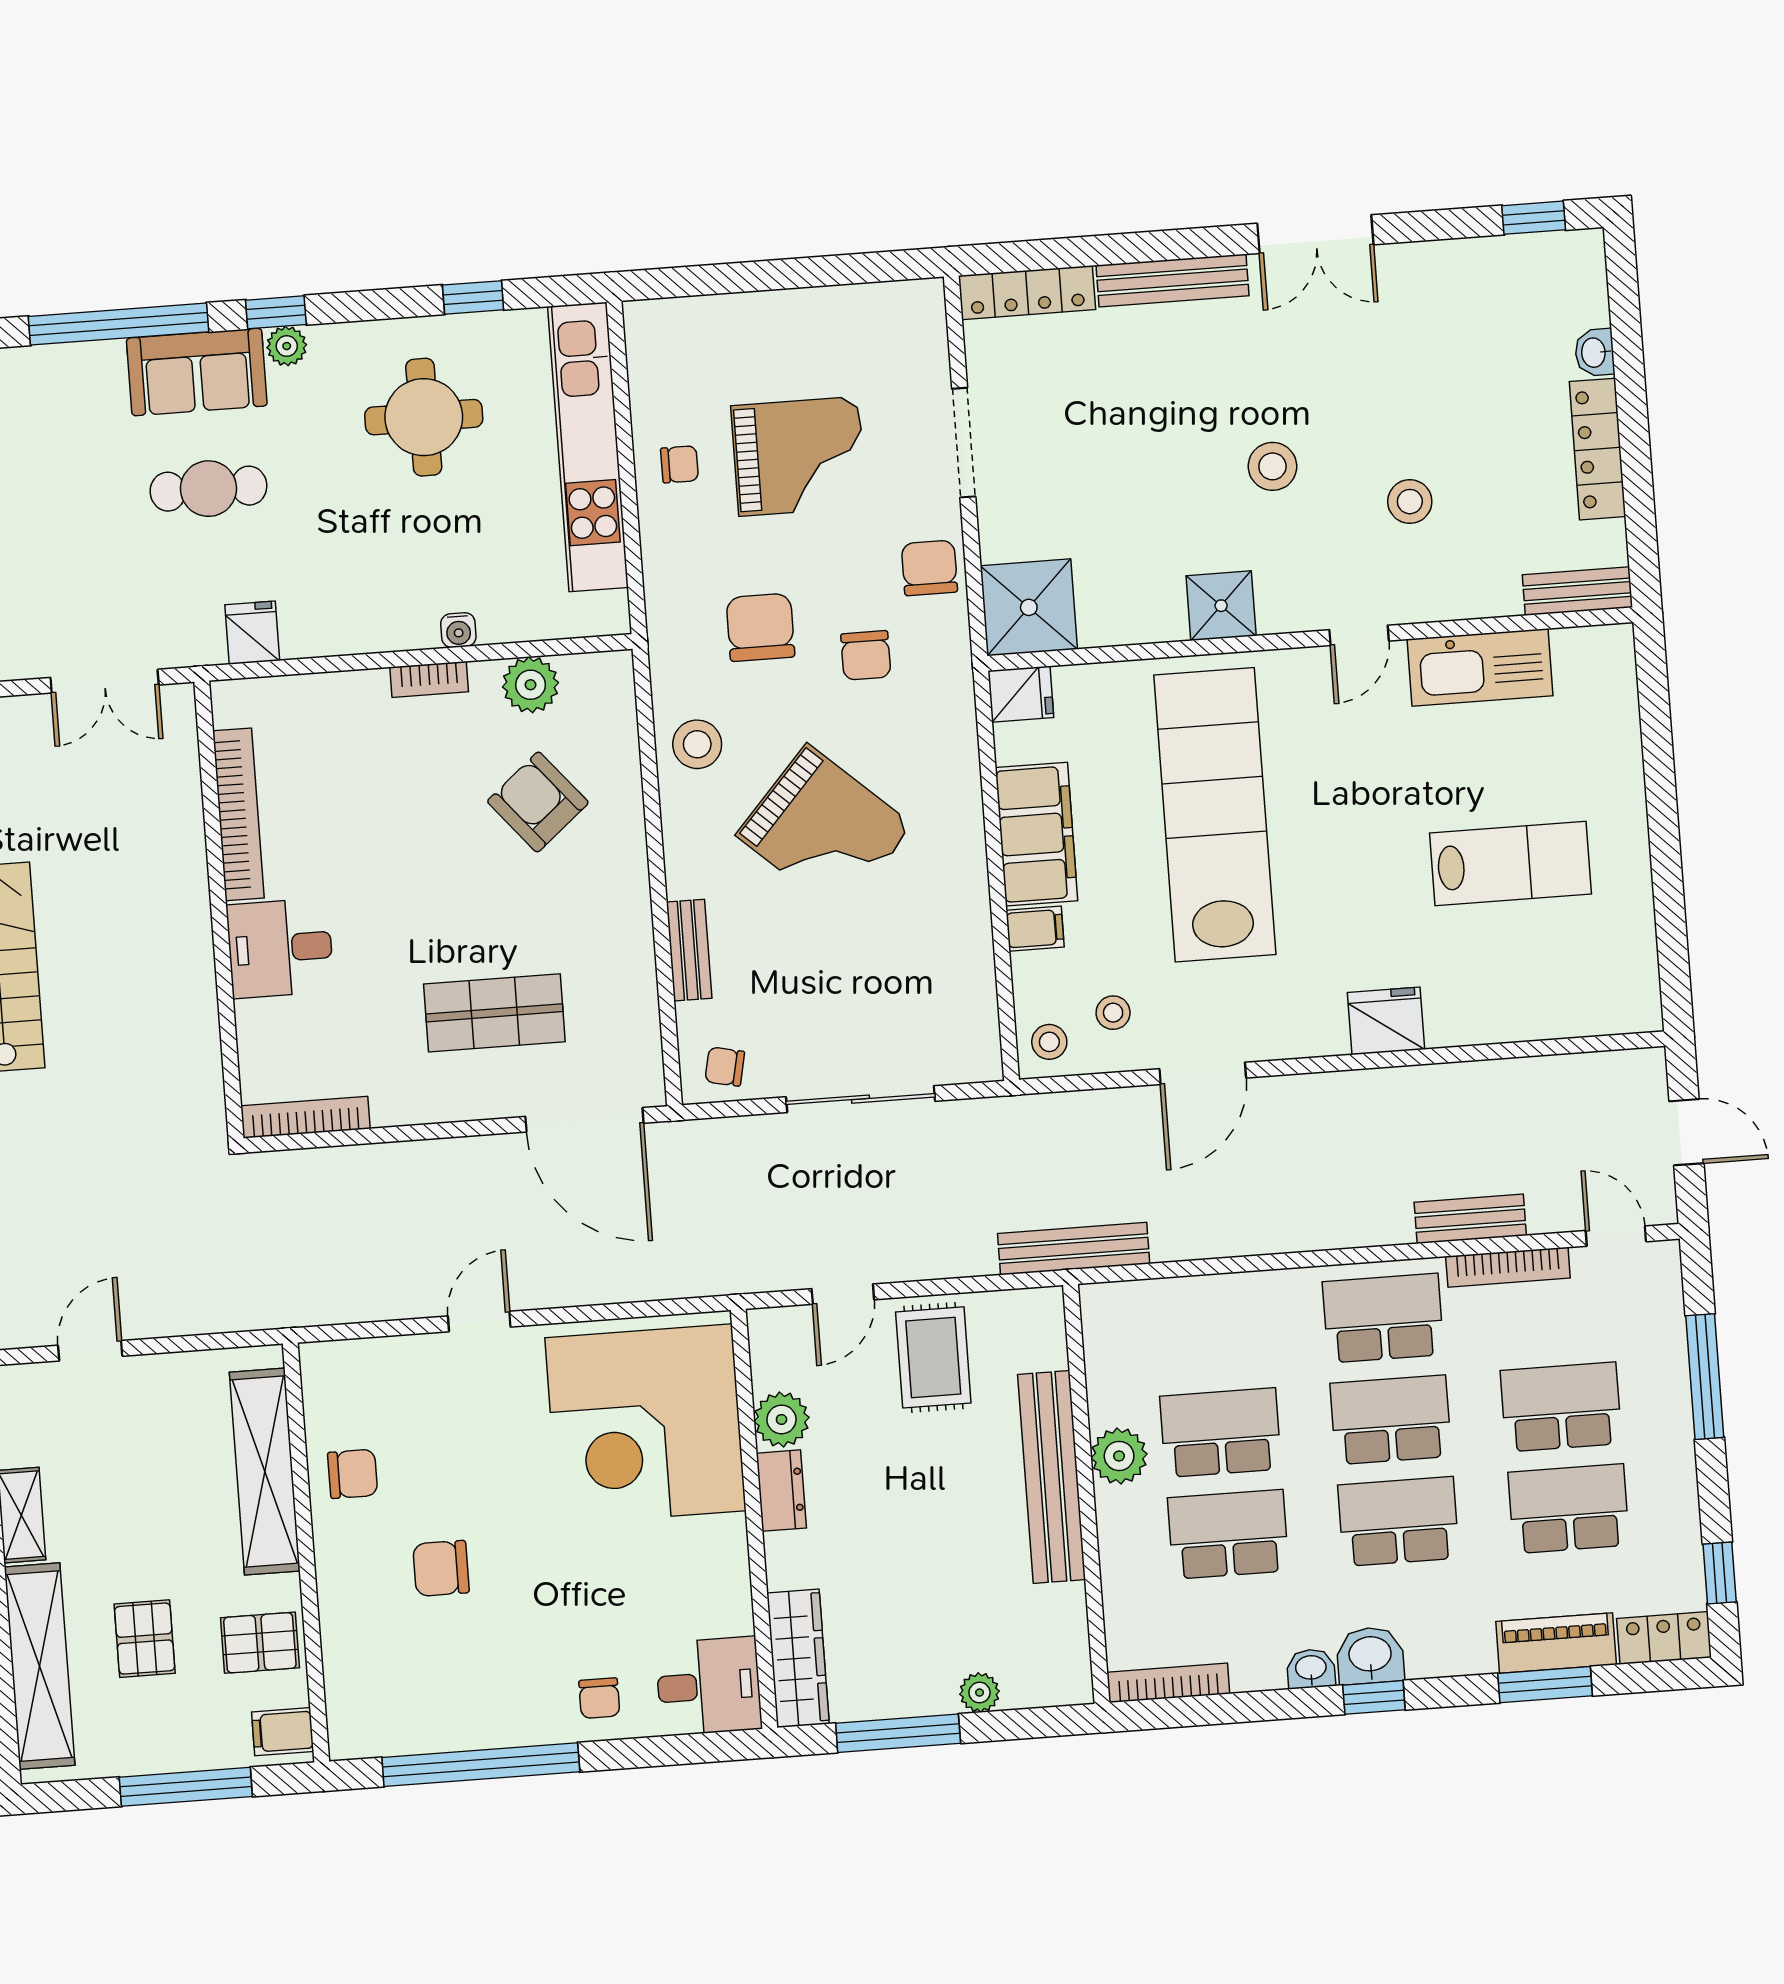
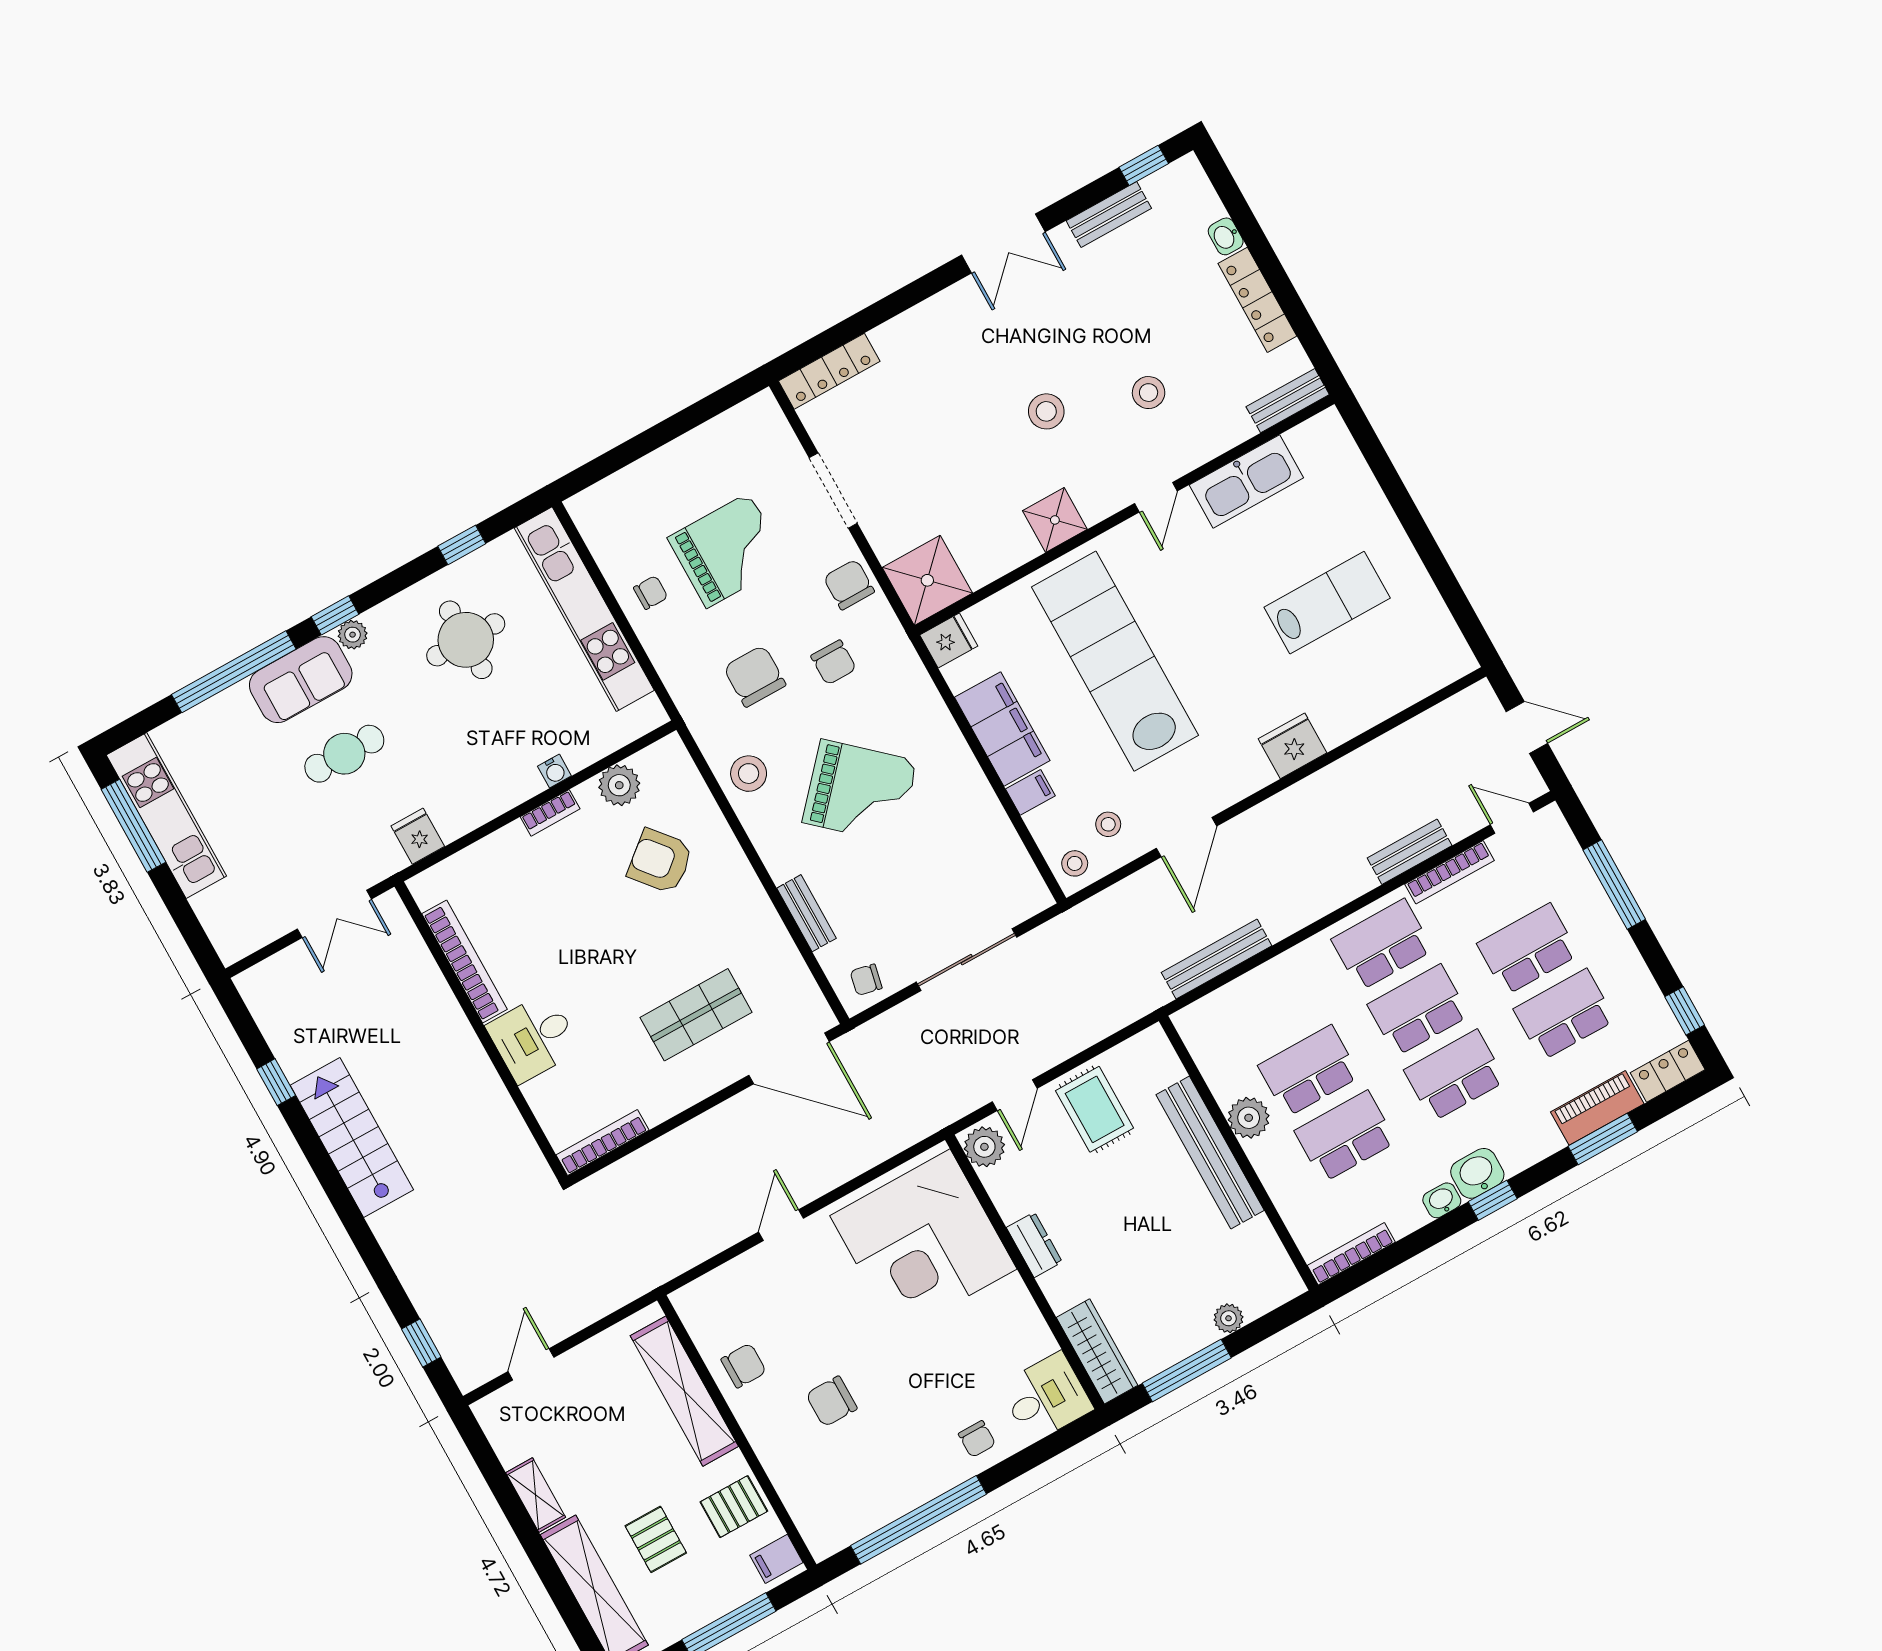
bench: (1173, 280) -> (1109, 215), moved, width x0.73
bench: (1074, 1249) -> (1217, 959), moved
plant: (781, 1419) -> (984, 1147), moved

